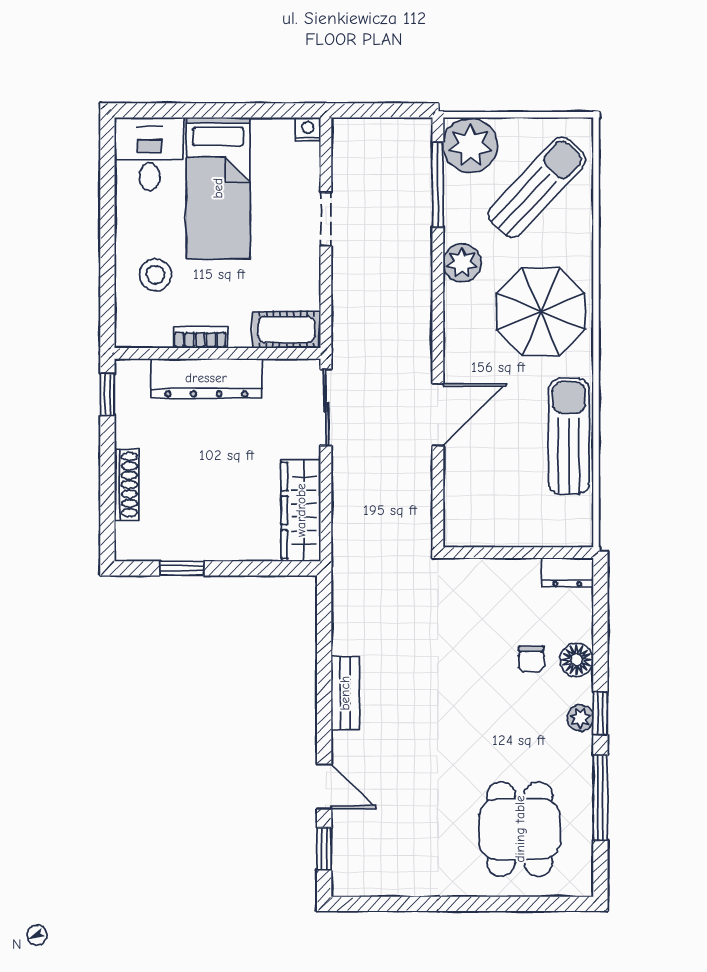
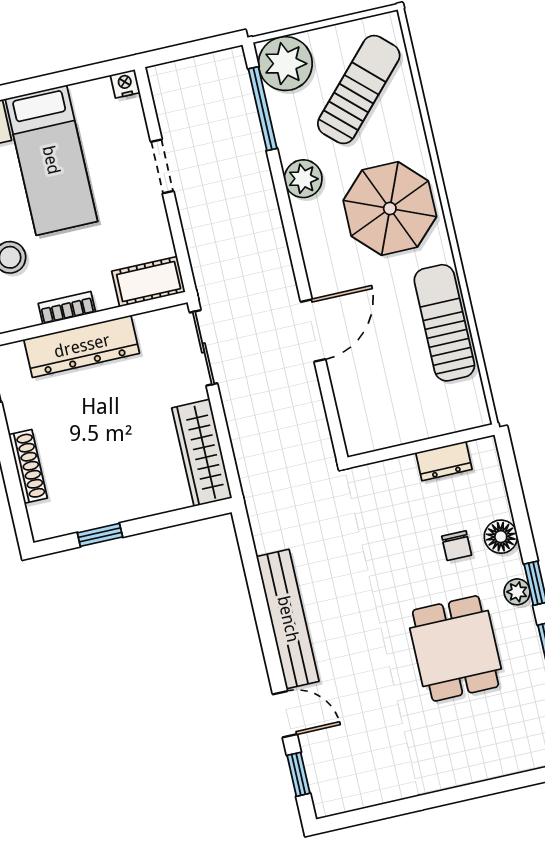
dresser: (567, 573) -> (444, 461), moved
bench: (345, 693) -> (288, 619), width x1.86, depth x1.21
dining table: (520, 829) -> (456, 648), moved

